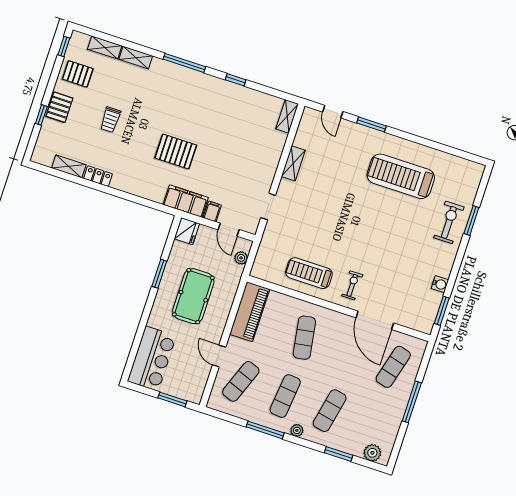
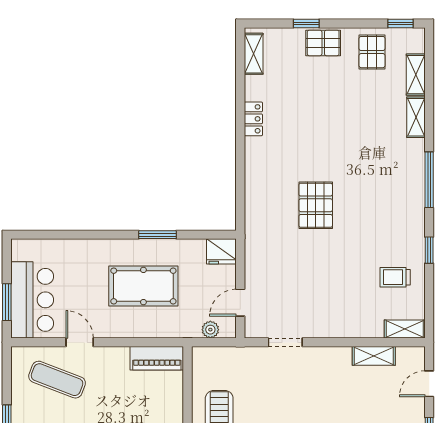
trolley: (110, 120) -> (395, 277), moved
shelving: (293, 163) -> (374, 356), moved
shelving: (69, 166) -> (254, 54), moved
filing cabinet: (186, 201) -> (258, 238), removed
filing cabinet: (212, 211) -> (256, 275), removed
piano: (250, 312) -> (157, 358), width x0.73, depth x0.75
door: (219, 356) -> (80, 342), hinge flipped
bar counter: (152, 359) -> (32, 300), moved, turned -90

